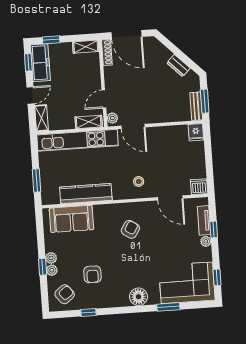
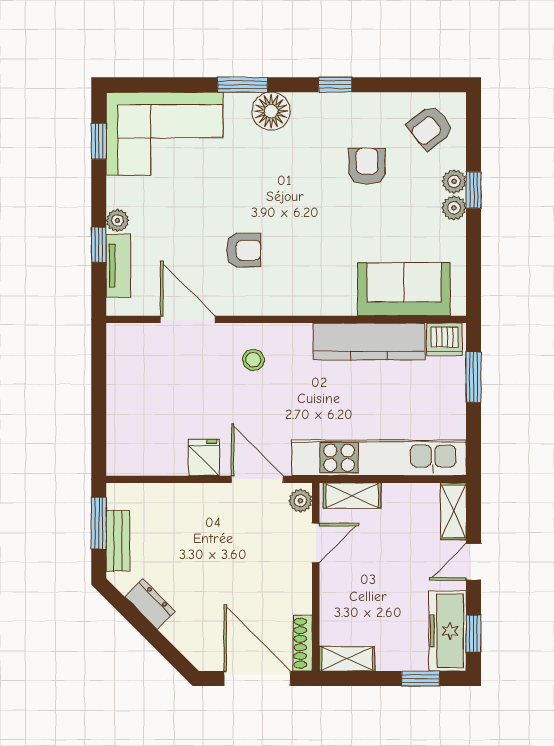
bench: (196, 106) -> (118, 541), moved
fridge: (196, 132) -> (204, 457), moved
dishwasher: (199, 187) -> (444, 339), moved
armchair: (130, 229) -> (244, 250), moved, turned -122
window: (168, 307) -> (243, 85), moved
window: (89, 312) -> (335, 85), moved

